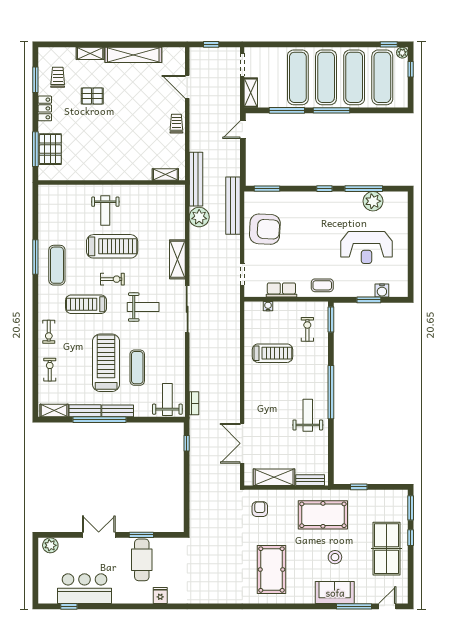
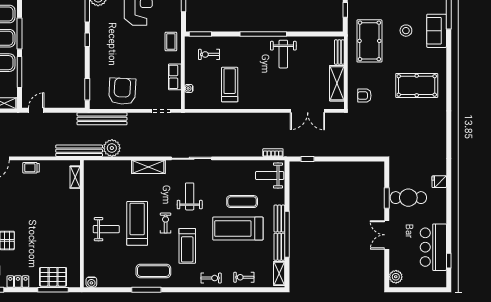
door: (243, 130) -> (36, 110), swing flipped
water cooler: (44, 193) -> (91, 282), added
weight bench: (308, 415) -> (283, 54), turned -90

